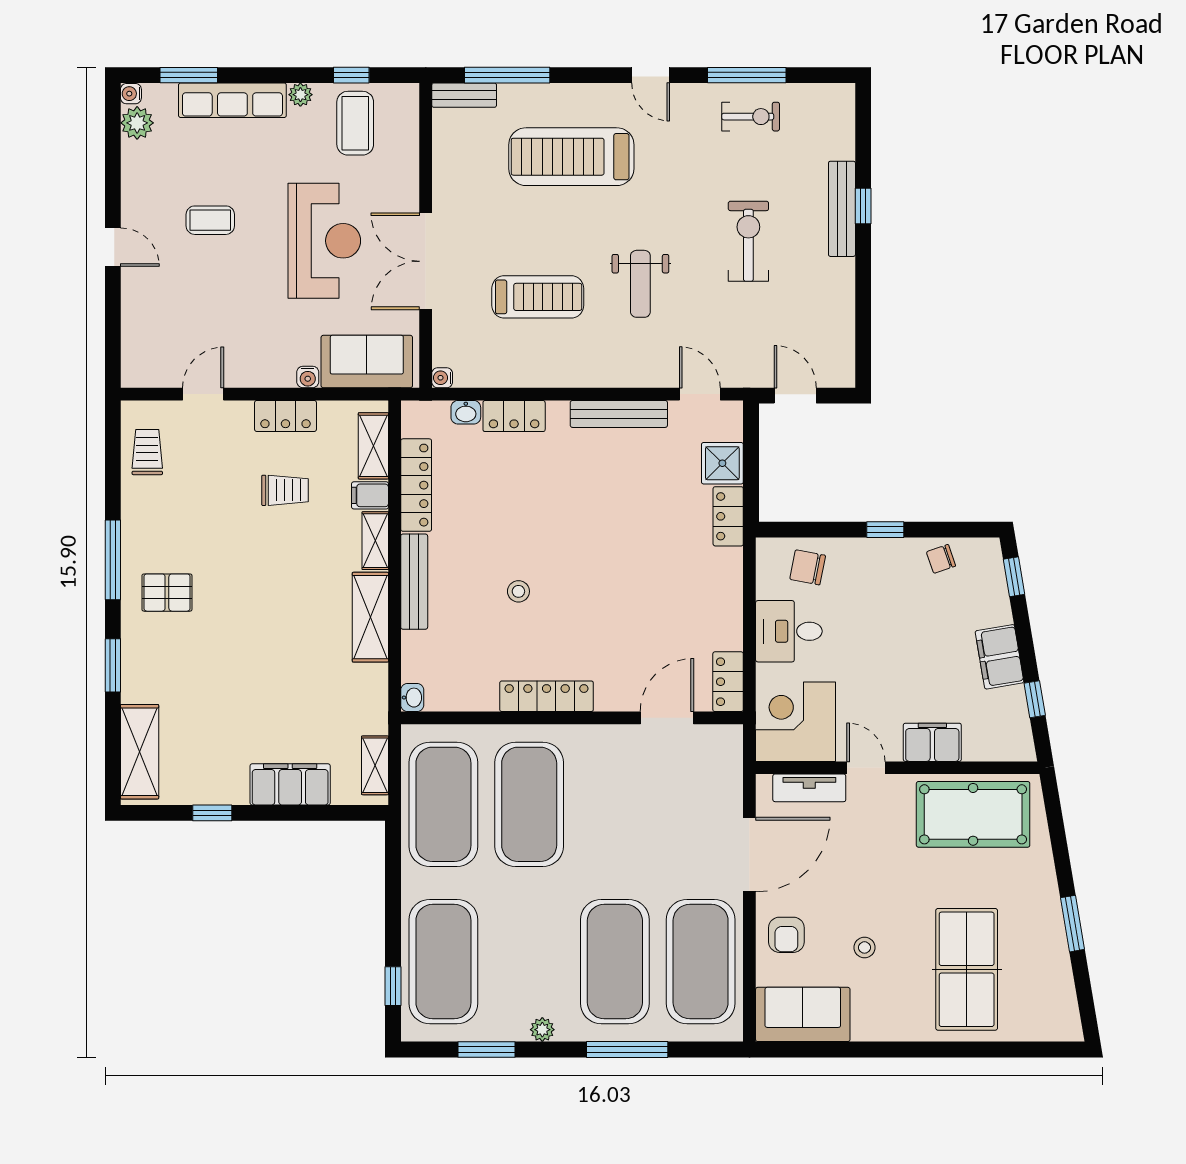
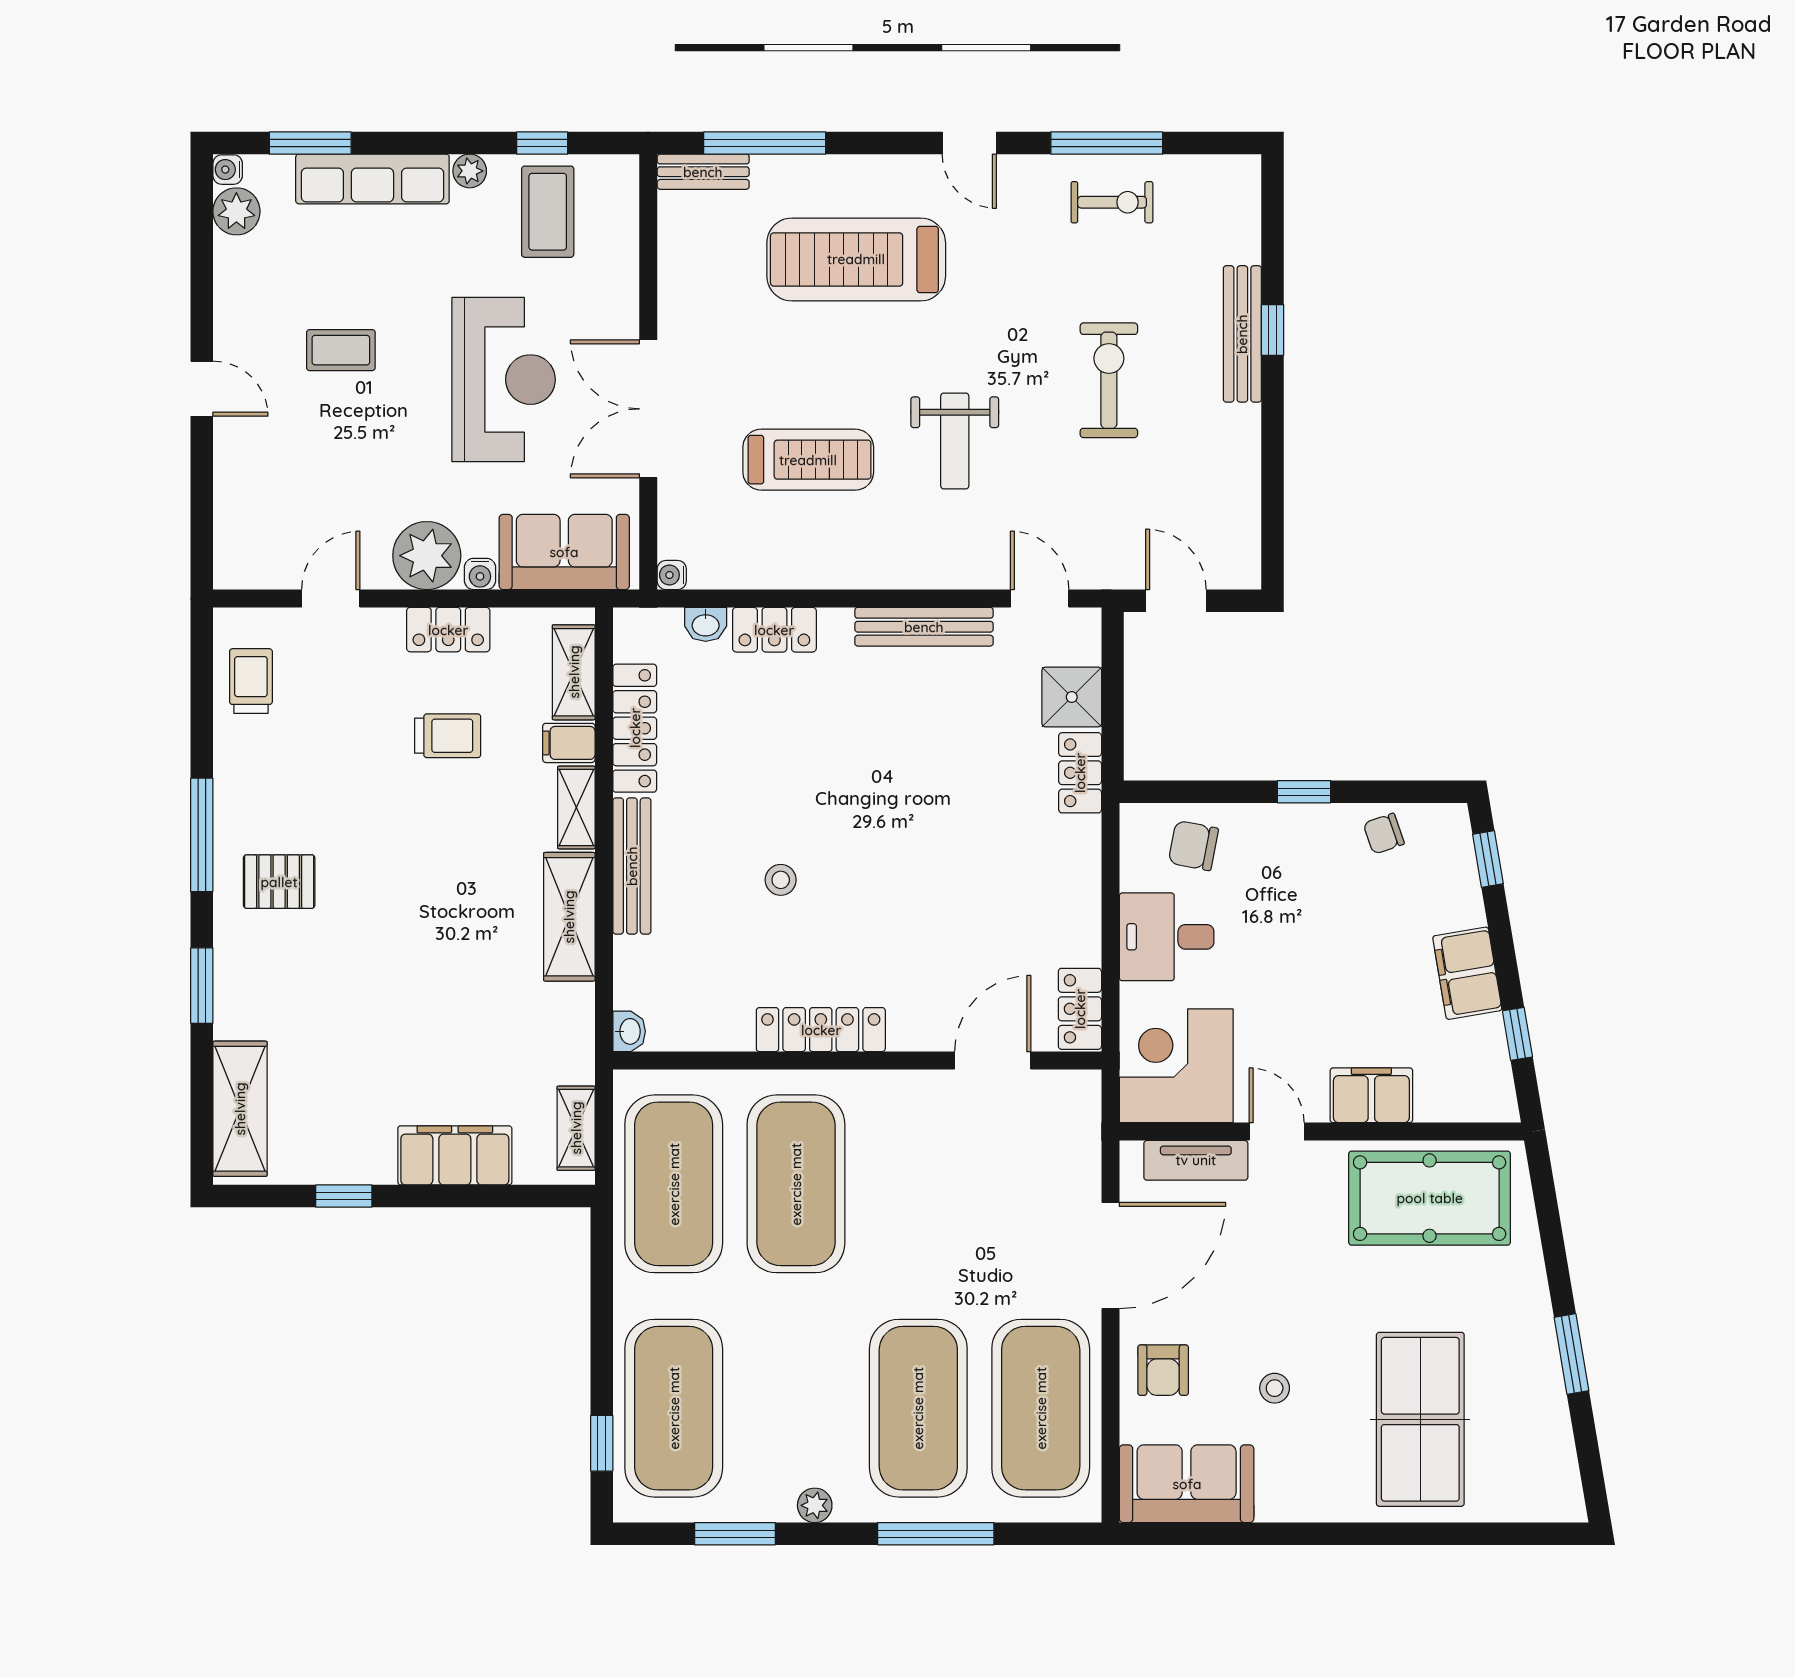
plant: (270, 364) -> (427, 556), added

